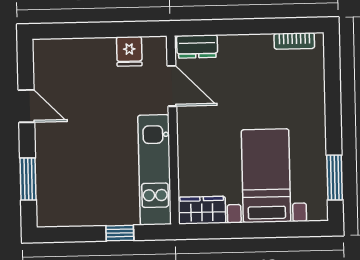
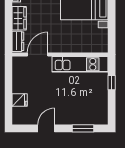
fridge: (129, 51) -> (20, 100), moved
wardrobe: (202, 210) -> (19, 18), moved, turned 180

